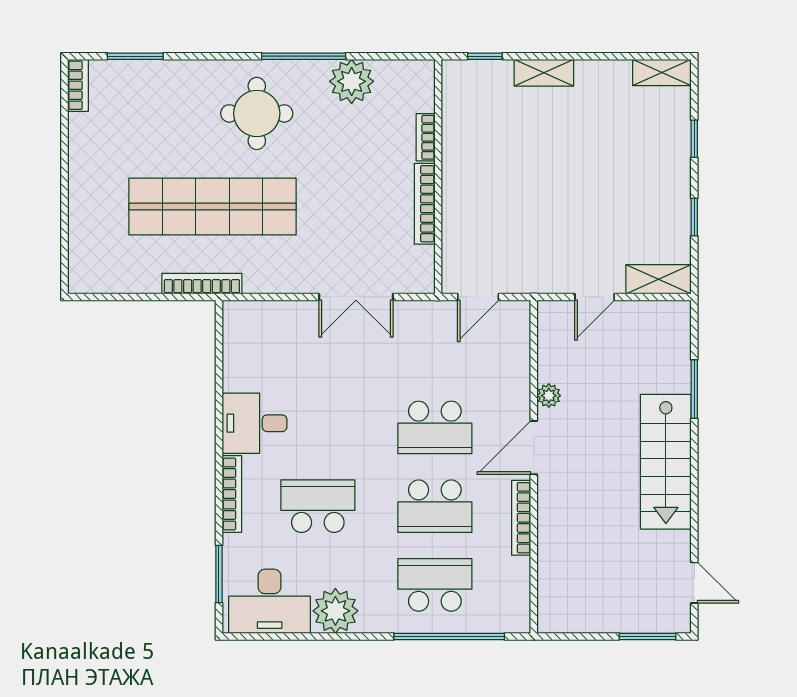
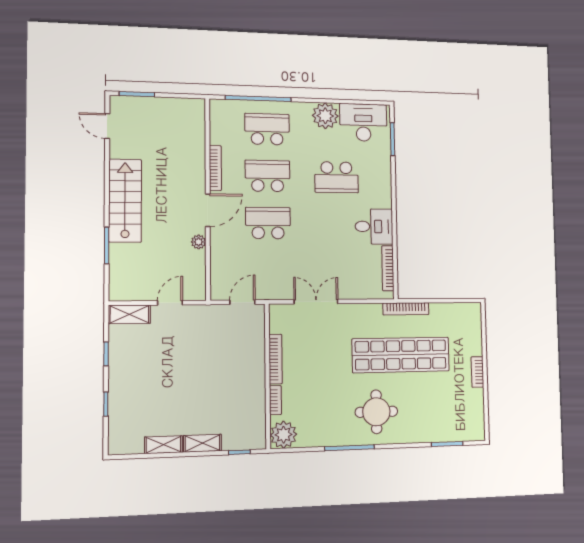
shelving: (662, 72) -> (163, 445), moved
plant: (352, 81) -> (284, 435), moved
bookcase: (78, 85) -> (477, 372), moved
bookcase: (232, 494) -> (388, 268), moved
school desk: (435, 585) -> (267, 129), turned 180

